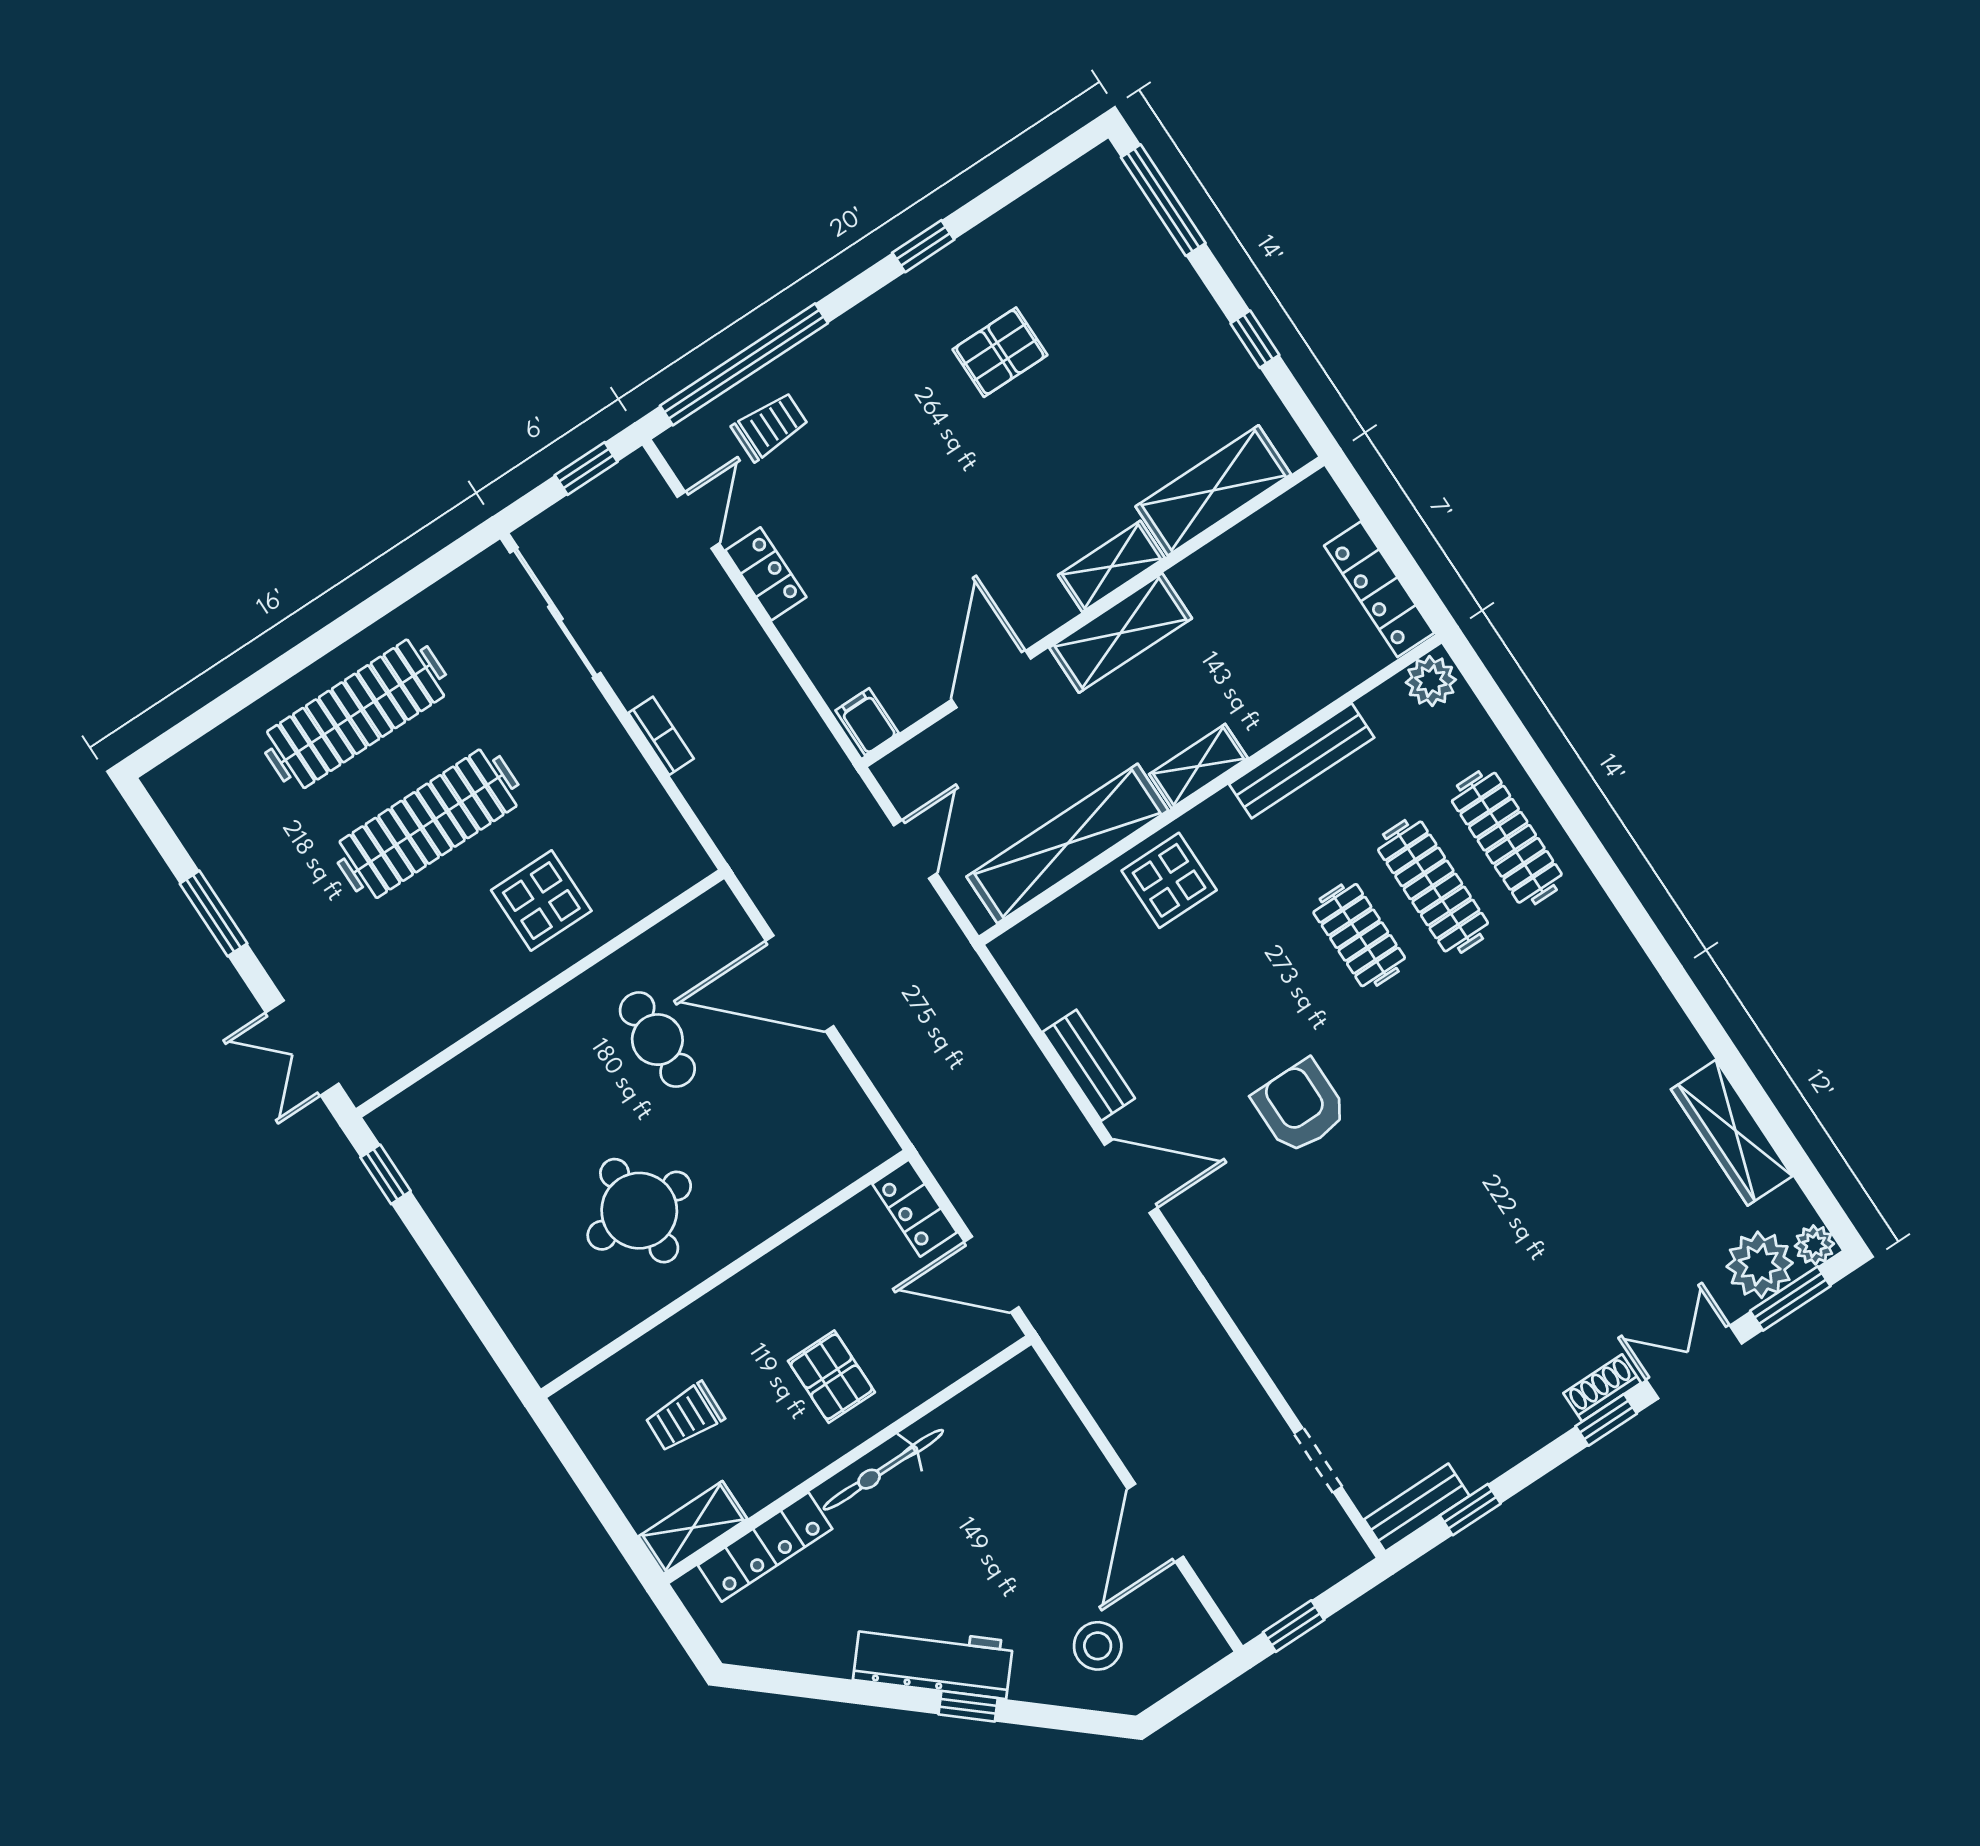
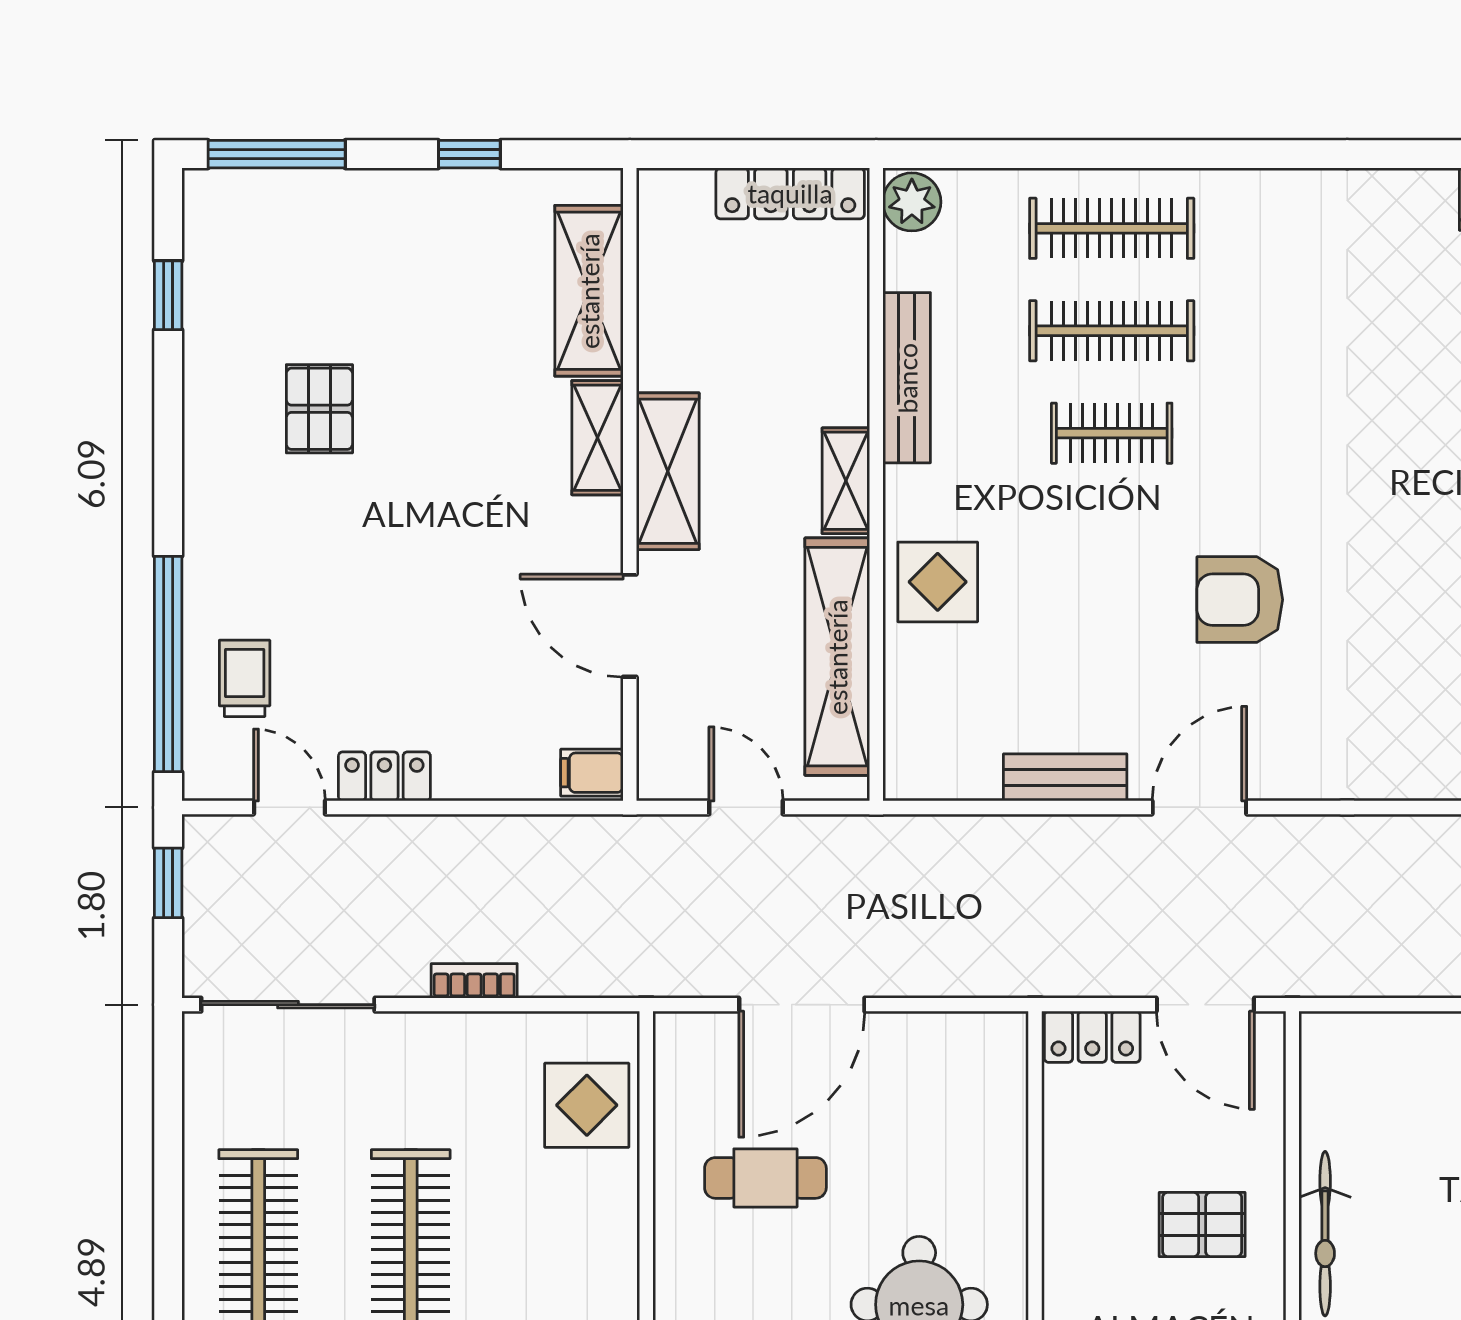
window: (923, 246) -> (168, 295), moved
display table: (541, 901) -> (587, 1105), moved
door: (992, 1274) -> (1205, 1005), hinge flipped

